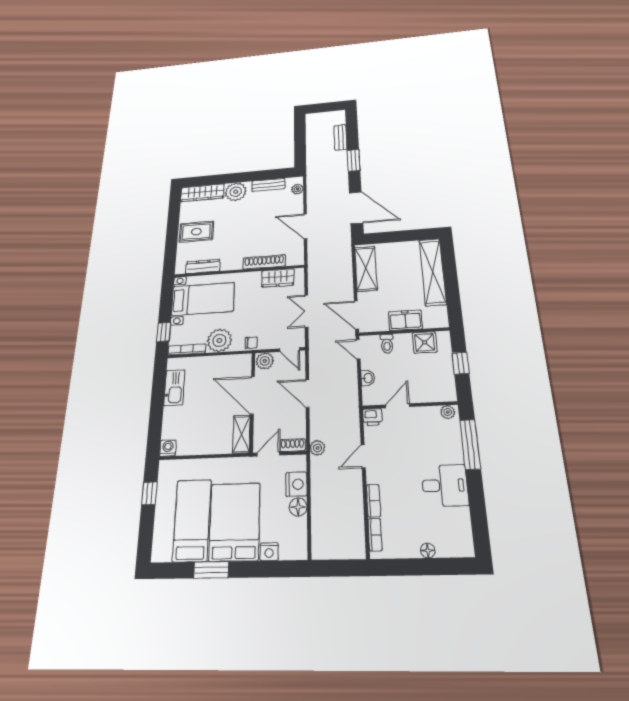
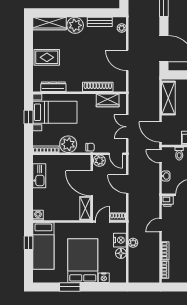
window: (164, 332) -> (28, 117), moved
plant: (317, 448) -> (133, 243), moved
bed: (192, 520) -> (43, 246), moved, turned 180

